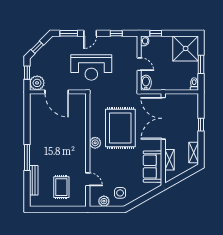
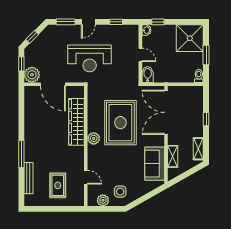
wardrobe: (79, 127) -> (77, 122), added

